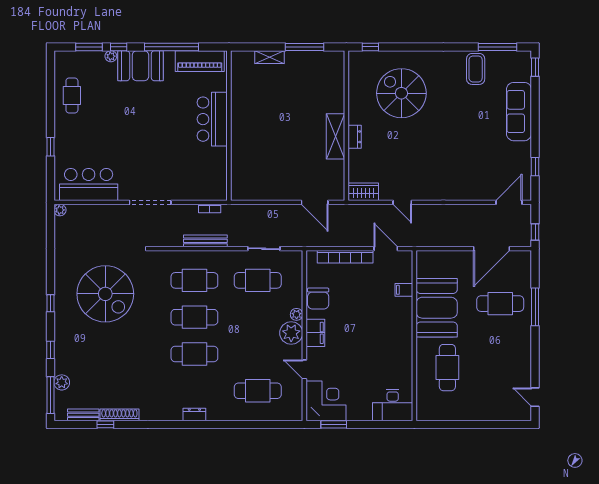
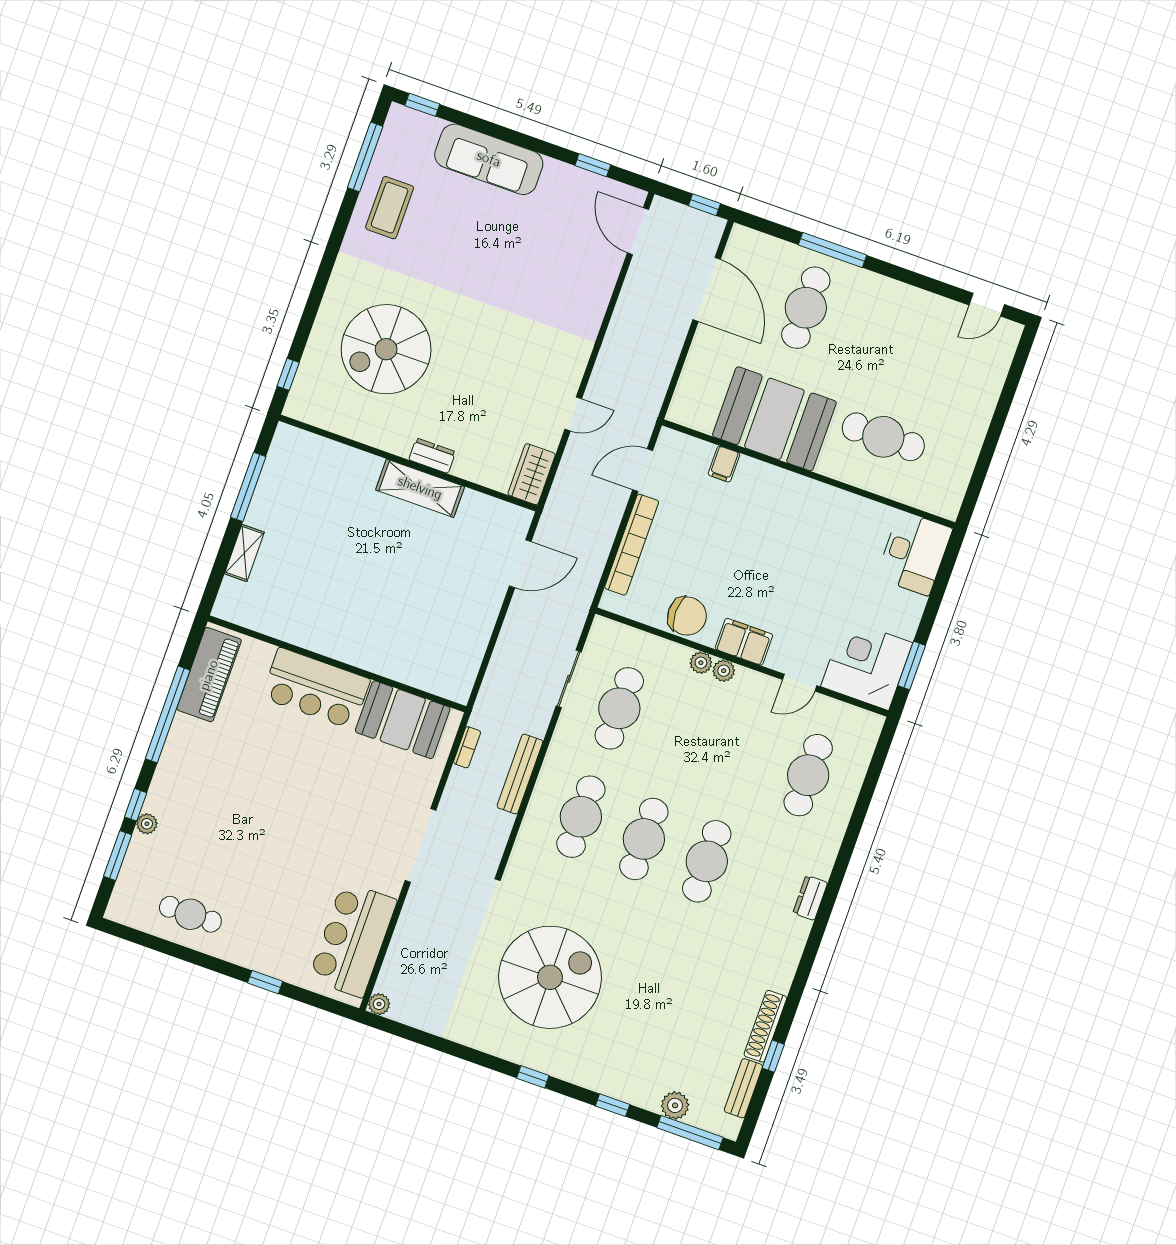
booth: (140, 66) -> (403, 720), moved, turned 90
coffee table: (476, 69) -> (390, 208), turned 90
plant: (291, 333) -> (724, 671), width x0.53, depth x0.53

